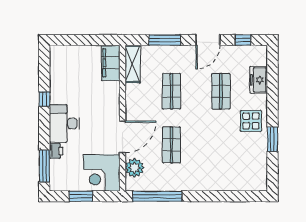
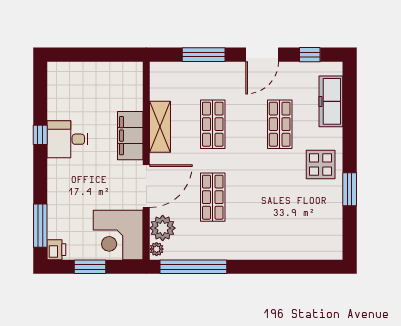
filing cabinet: (111, 63) -> (130, 136), moved
shelving: (133, 64) -> (160, 127), moved
freezer: (259, 80) -> (331, 101), width x1.40
desk: (64, 123) -> (67, 139), moved, width x0.73
printer: (56, 151) -> (56, 250), moved
plant: (130, 183) -> (157, 249), added

